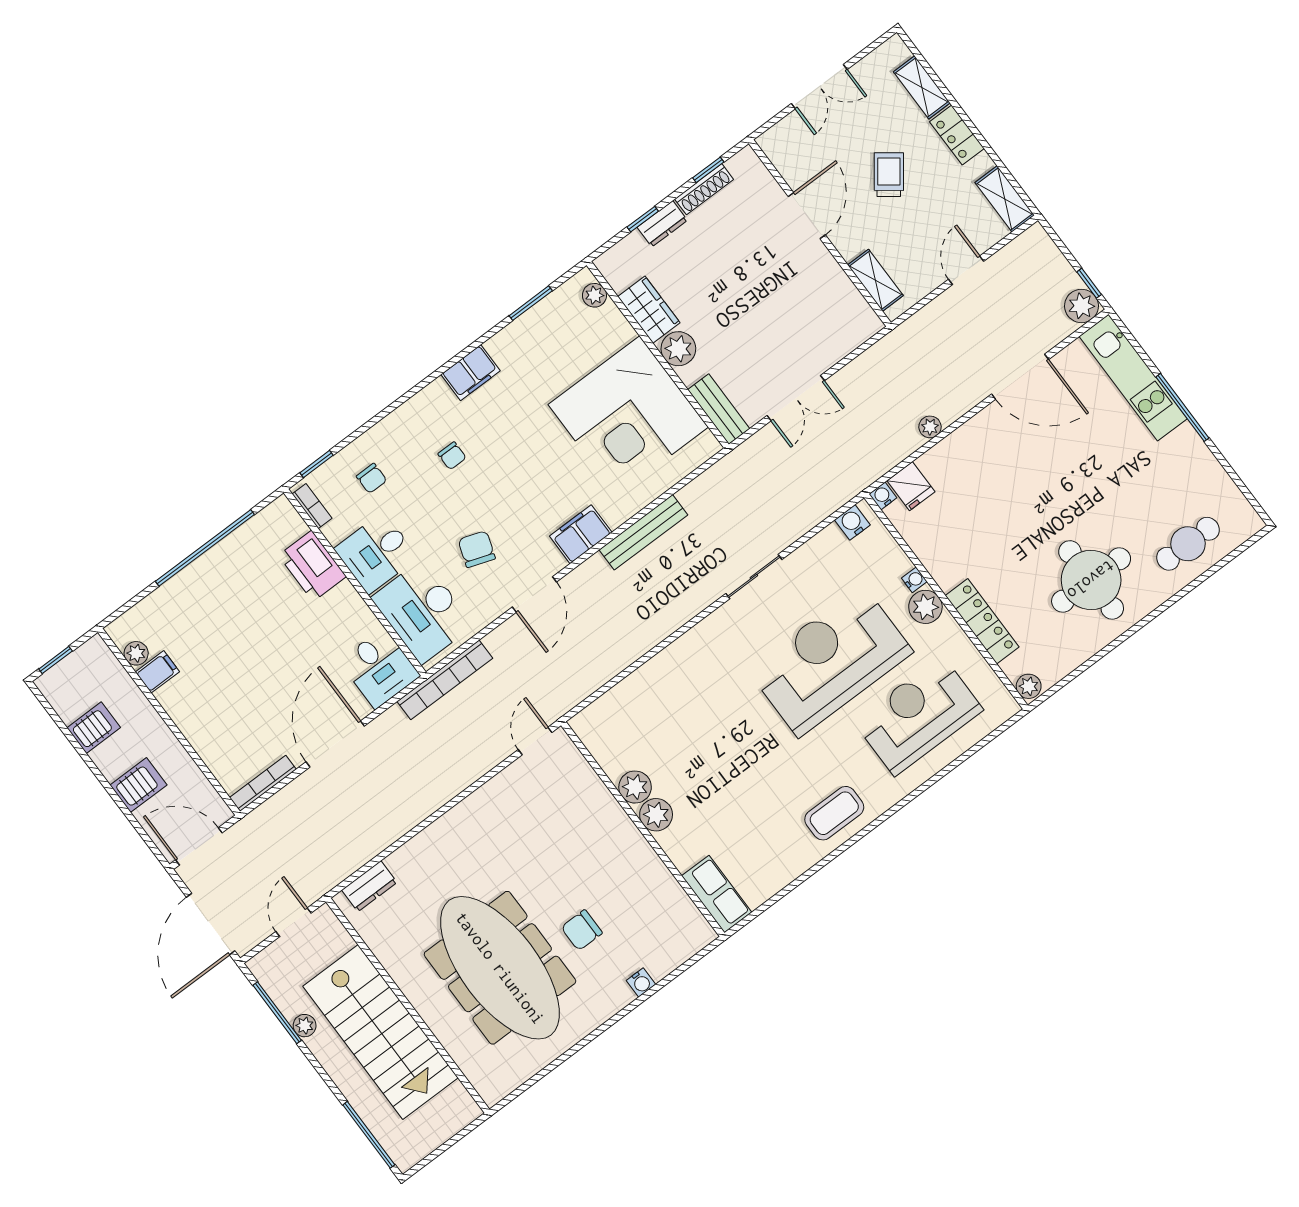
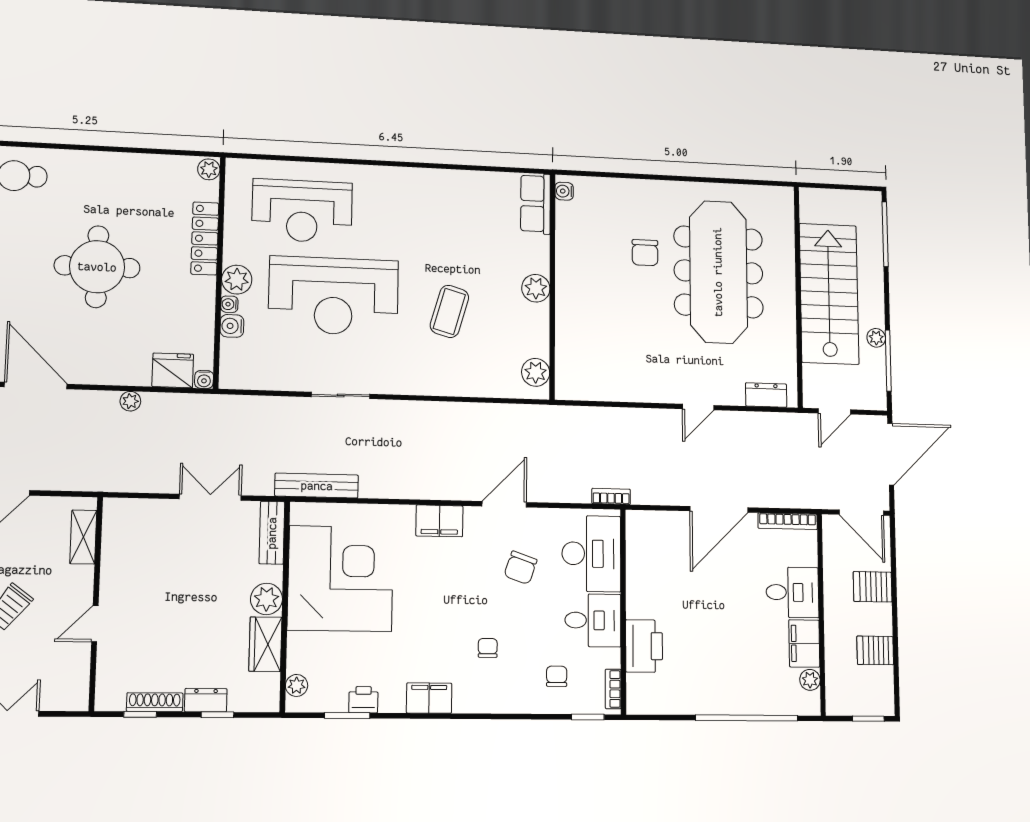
door: (807, 216) -> (95, 624), width x0.73
printer: (527, 327) -> (363, 700), added
fridge: (911, 486) -> (173, 370), width x1.38
water cooler: (852, 522) -> (232, 326), moved, turned 90
bench: (643, 532) -> (317, 486), moved
window: (205, 548) -> (747, 718), moved
round table: (1091, 580) -> (97, 267), moved
desk: (380, 668) -> (792, 592), moved, turned 90
filing cabinet: (157, 672) -> (804, 643), width x2.00
bookcase: (445, 680) -> (611, 496), width x0.43, depth x0.76
door: (535, 741) -> (698, 407), moved
plant: (635, 787) -> (536, 372), moved
coffee table: (834, 813) -> (449, 311), moved, turned -74
chair: (582, 930) -> (645, 253), turned 90
water cooler: (641, 982) -> (564, 191), moved, turned -90

